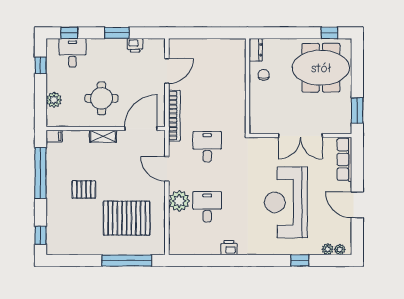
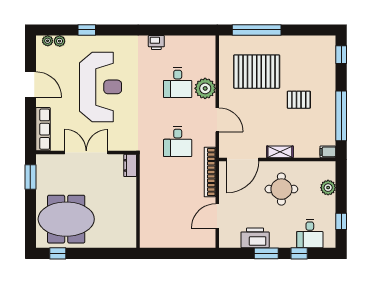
window: (69, 33) -> (299, 253), moved
printer: (135, 45) -> (255, 238), width x1.87, depth x1.48
dresser: (256, 50) -> (130, 165), moved
chair: (264, 75) -> (122, 212), removed

